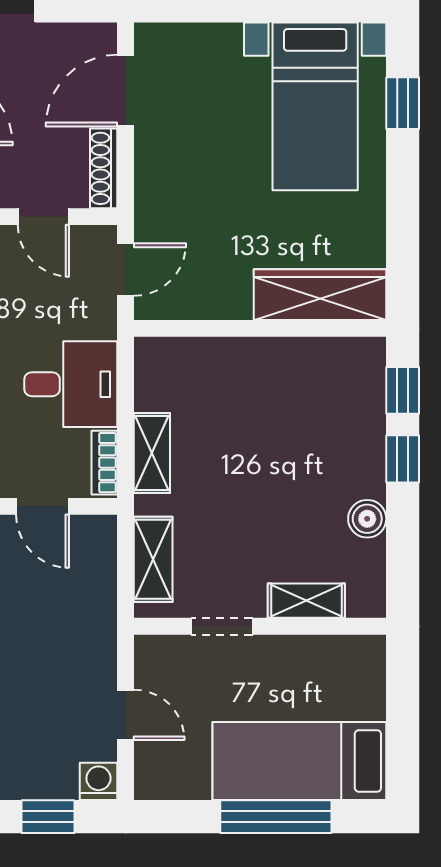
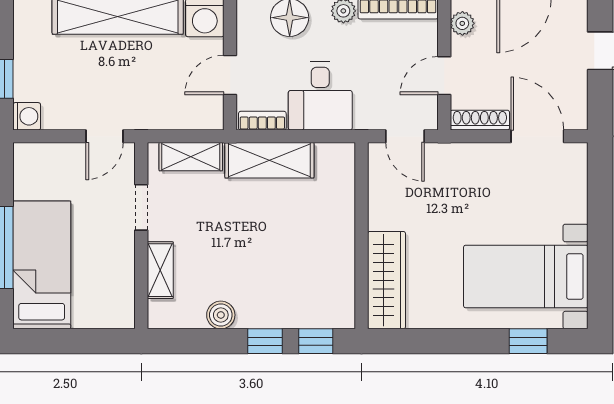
shelving: (152, 453) -> (269, 160), width x1.50, depth x1.33
door: (126, 715) -> (104, 136), moved

